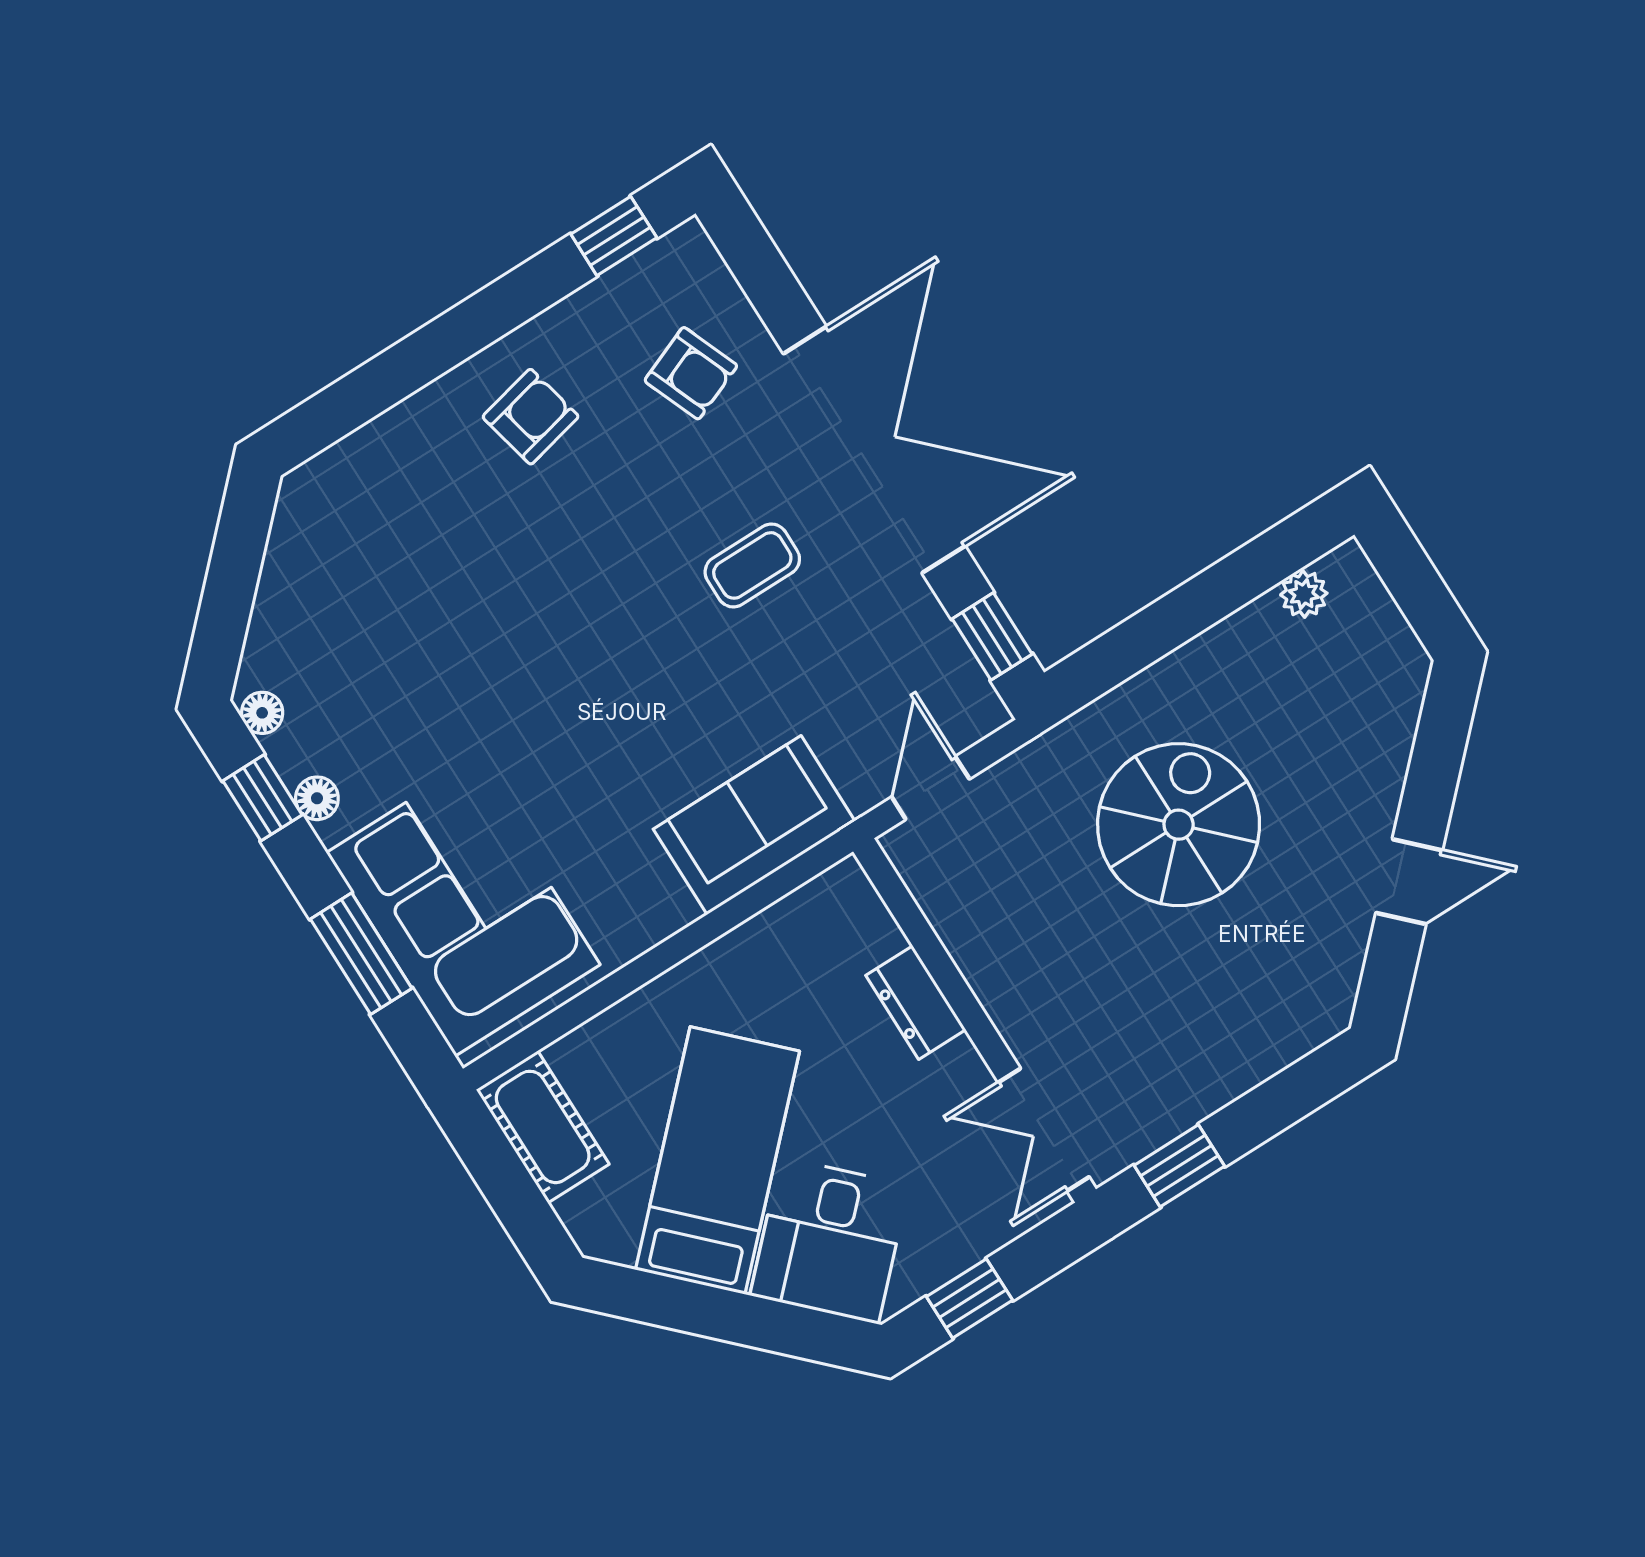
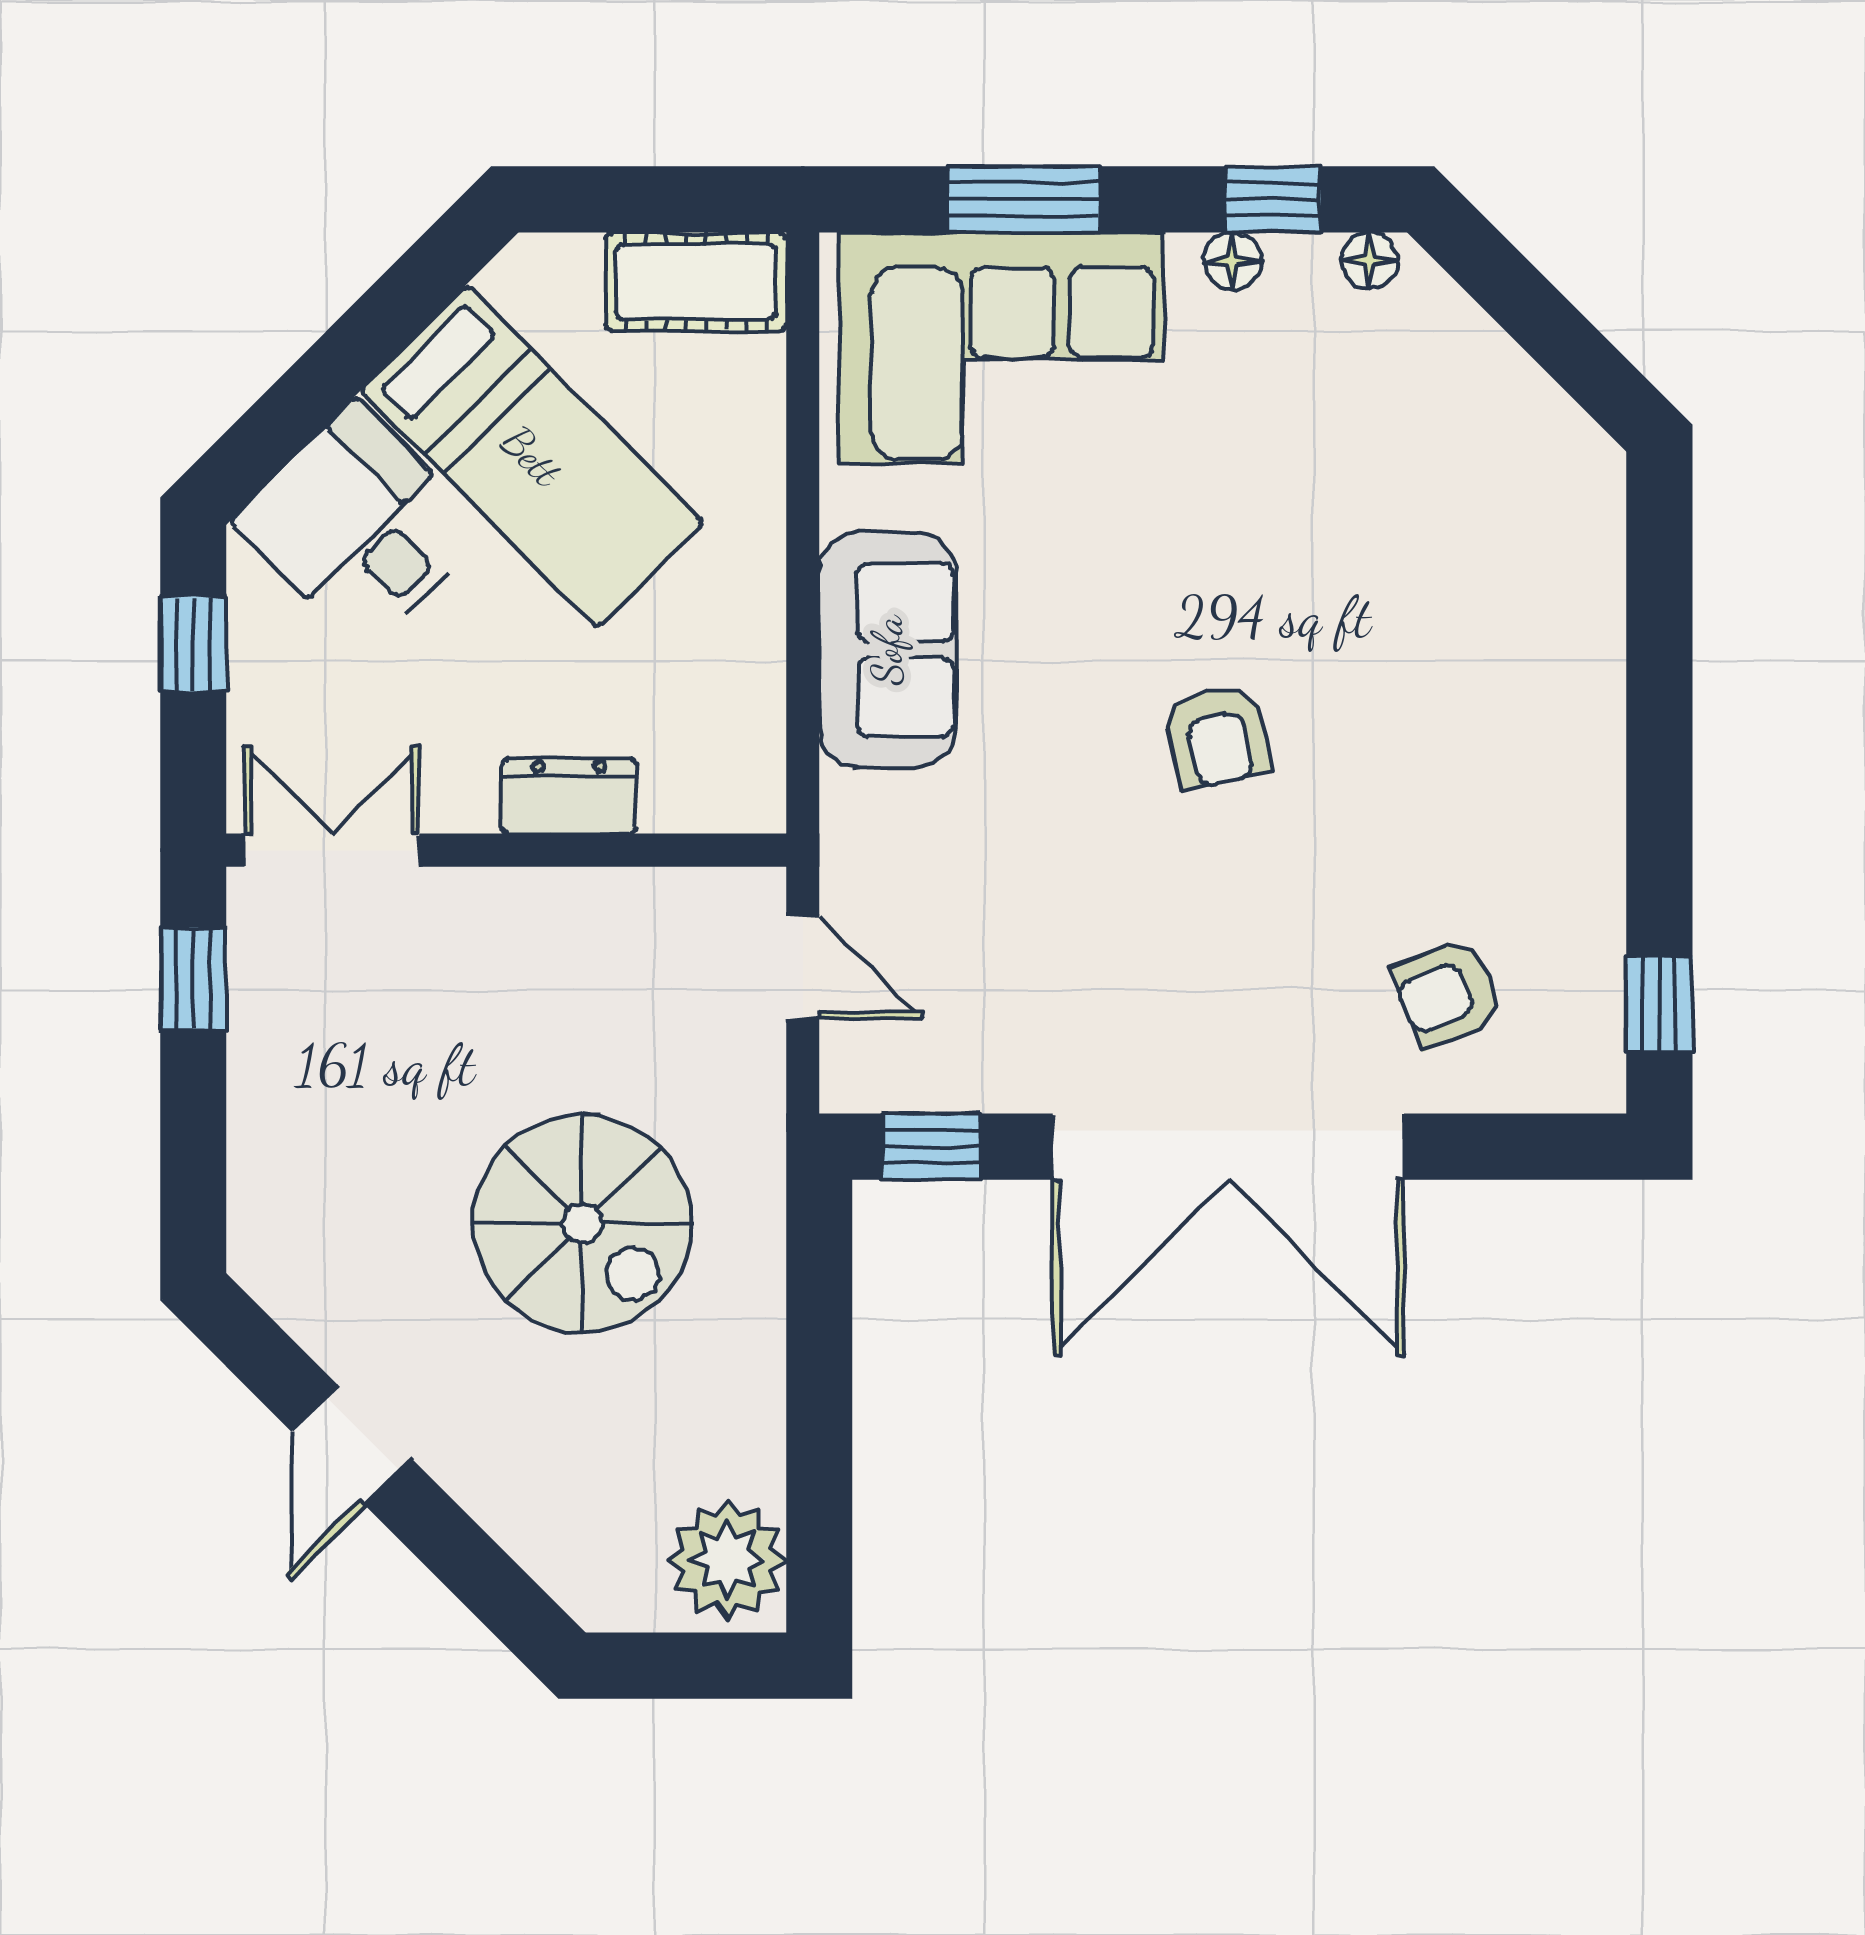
armchair: (531, 417) -> (1217, 737), moved
coffee table: (752, 565) -> (1184, 925), removed
plant: (1304, 594) -> (727, 1560), width x1.88, depth x1.88
sofa: (754, 825) -> (887, 650), moved

